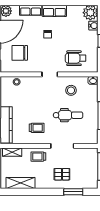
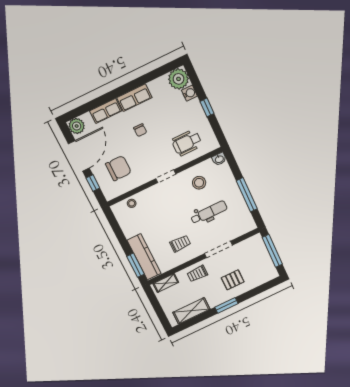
chair: (20, 53) -> (118, 168), turned 180
window: (73, 192) -> (226, 305), moved

